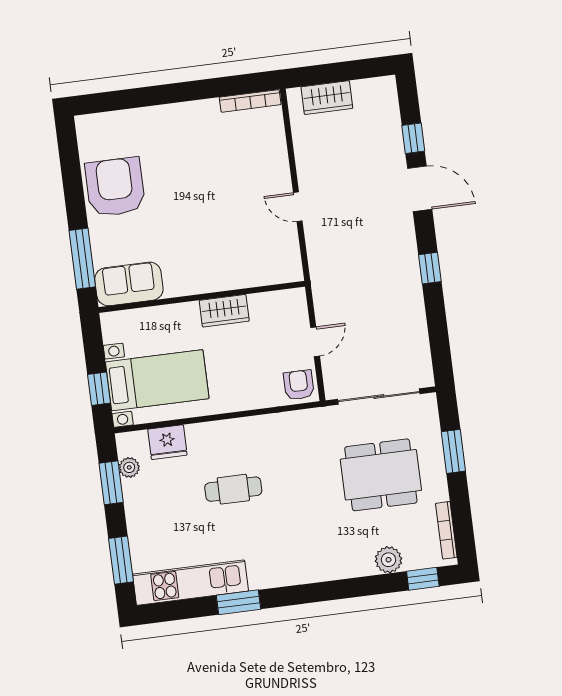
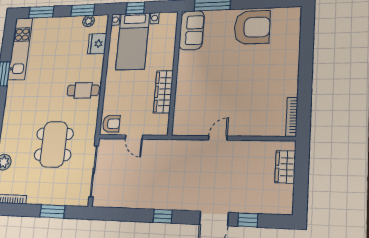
wardrobe: (224, 311) -> (163, 92), width x1.50
dining table: (381, 475) -> (54, 144), moved
cafe table: (233, 489) -> (83, 90), moved, turned 90

